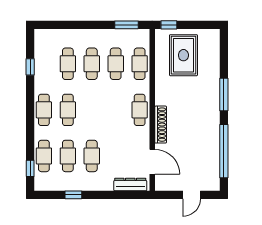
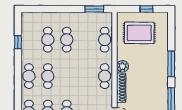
window: (169, 25) -> (146, 9), moved
rug: (183, 55) -> (139, 33), turned 90
cafe table: (116, 64) -> (86, 40), removed
plant: (162, 97) -> (122, 66), added

